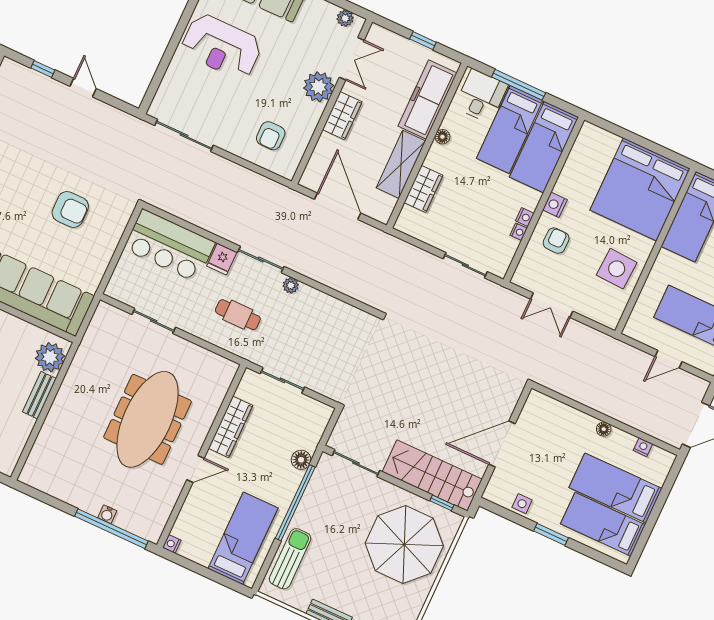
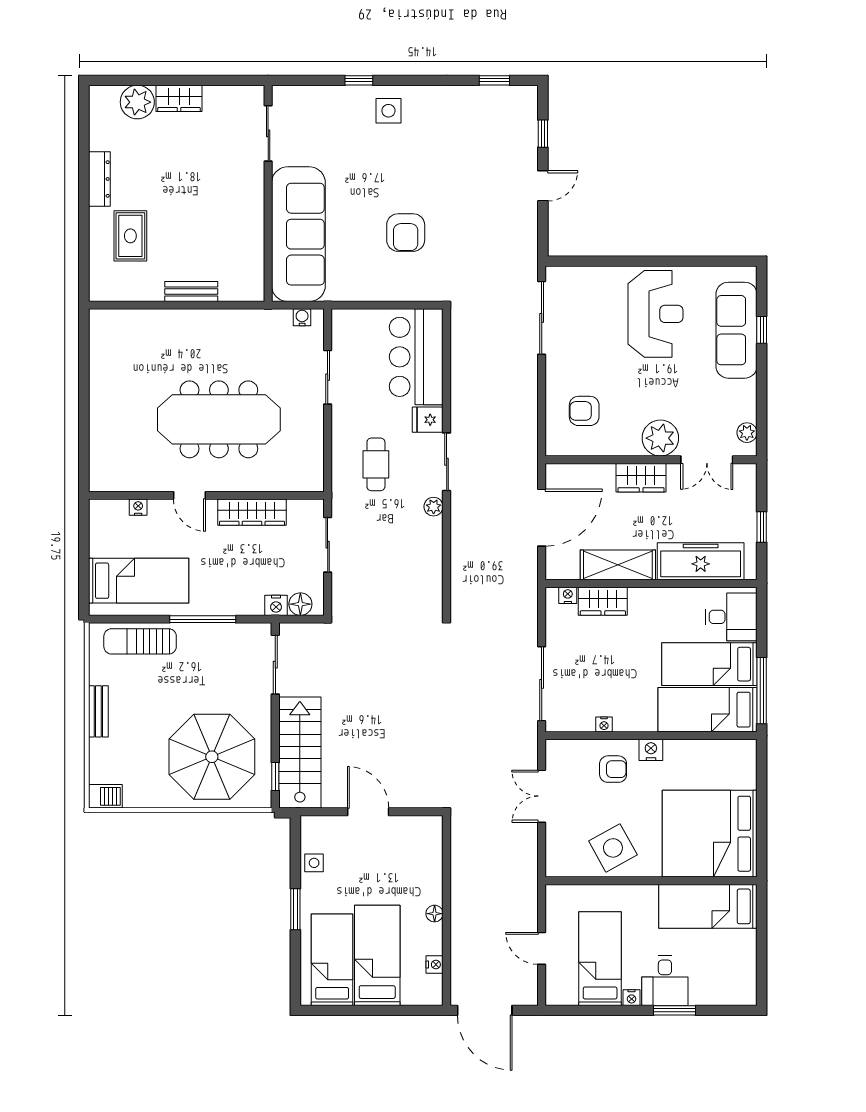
reception desk: (221, 46) -> (655, 314), turned 180
window: (519, 85) -> (762, 691), moved
floor lamp: (442, 137) -> (668, 596), removed
nightstand: (525, 217) -> (568, 595), moved, turned 180
sliding door: (465, 265) -> (542, 684), width x1.37
side table: (617, 269) -> (613, 848), turned -32
plant: (50, 357) -> (237, 284), removed
nightstand: (311, 441) -> (276, 605), added
door: (502, 444) -> (368, 812), width x0.73
floor lamp: (301, 460) -> (300, 604), moved
window: (295, 503) -> (203, 619), width x0.68
water cooler: (107, 514) -> (302, 317), moved, turned 90
window: (111, 529) -> (84, 435), removed
nightstand: (172, 544) -> (138, 507), moved
sun lounger: (290, 559) -> (140, 641), turned 180

